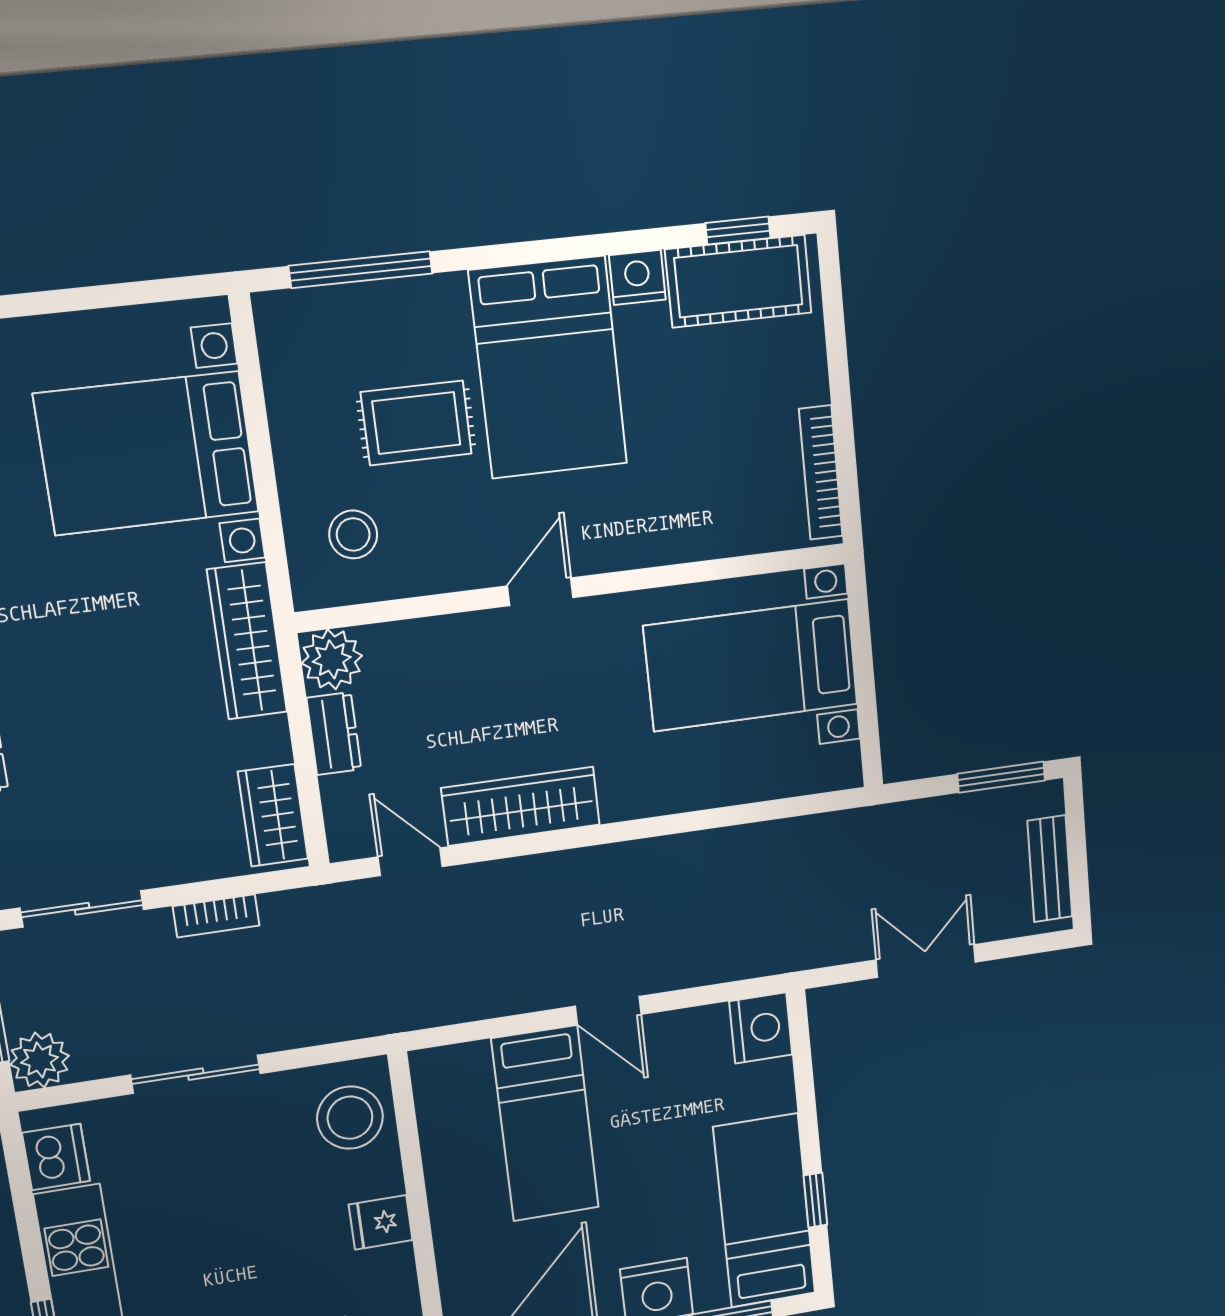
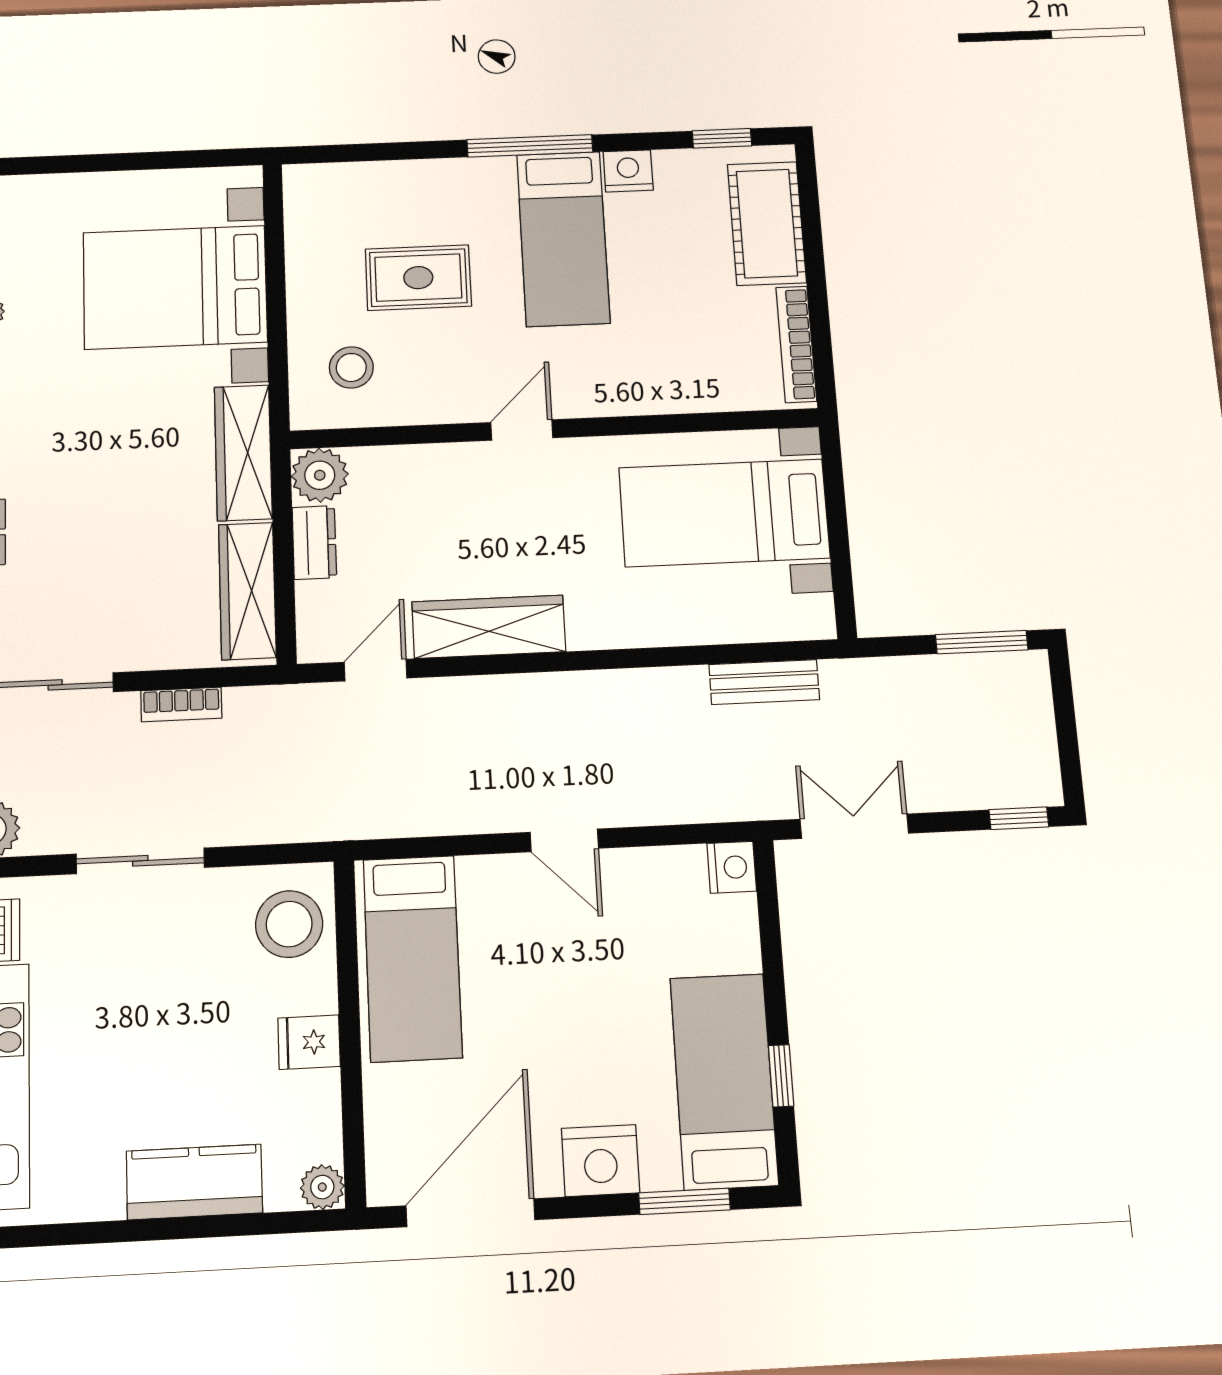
window: (361, 270) -> (530, 146), moved
cot: (739, 281) -> (767, 223), moved, turned 90
bed: (548, 368) -> (563, 239), width x0.67
wardrobe: (273, 815) -> (247, 591), width x1.50
door: (410, 862) -> (376, 670), hinge flipped
bench: (1050, 869) -> (764, 682), moved, turned 90
window: (1031, 945) -> (1019, 818), added
double door: (926, 961) -> (854, 826), moved
nightstand: (761, 1028) -> (732, 867), width x0.74, depth x0.75
bed: (545, 1124) -> (413, 958), moved

